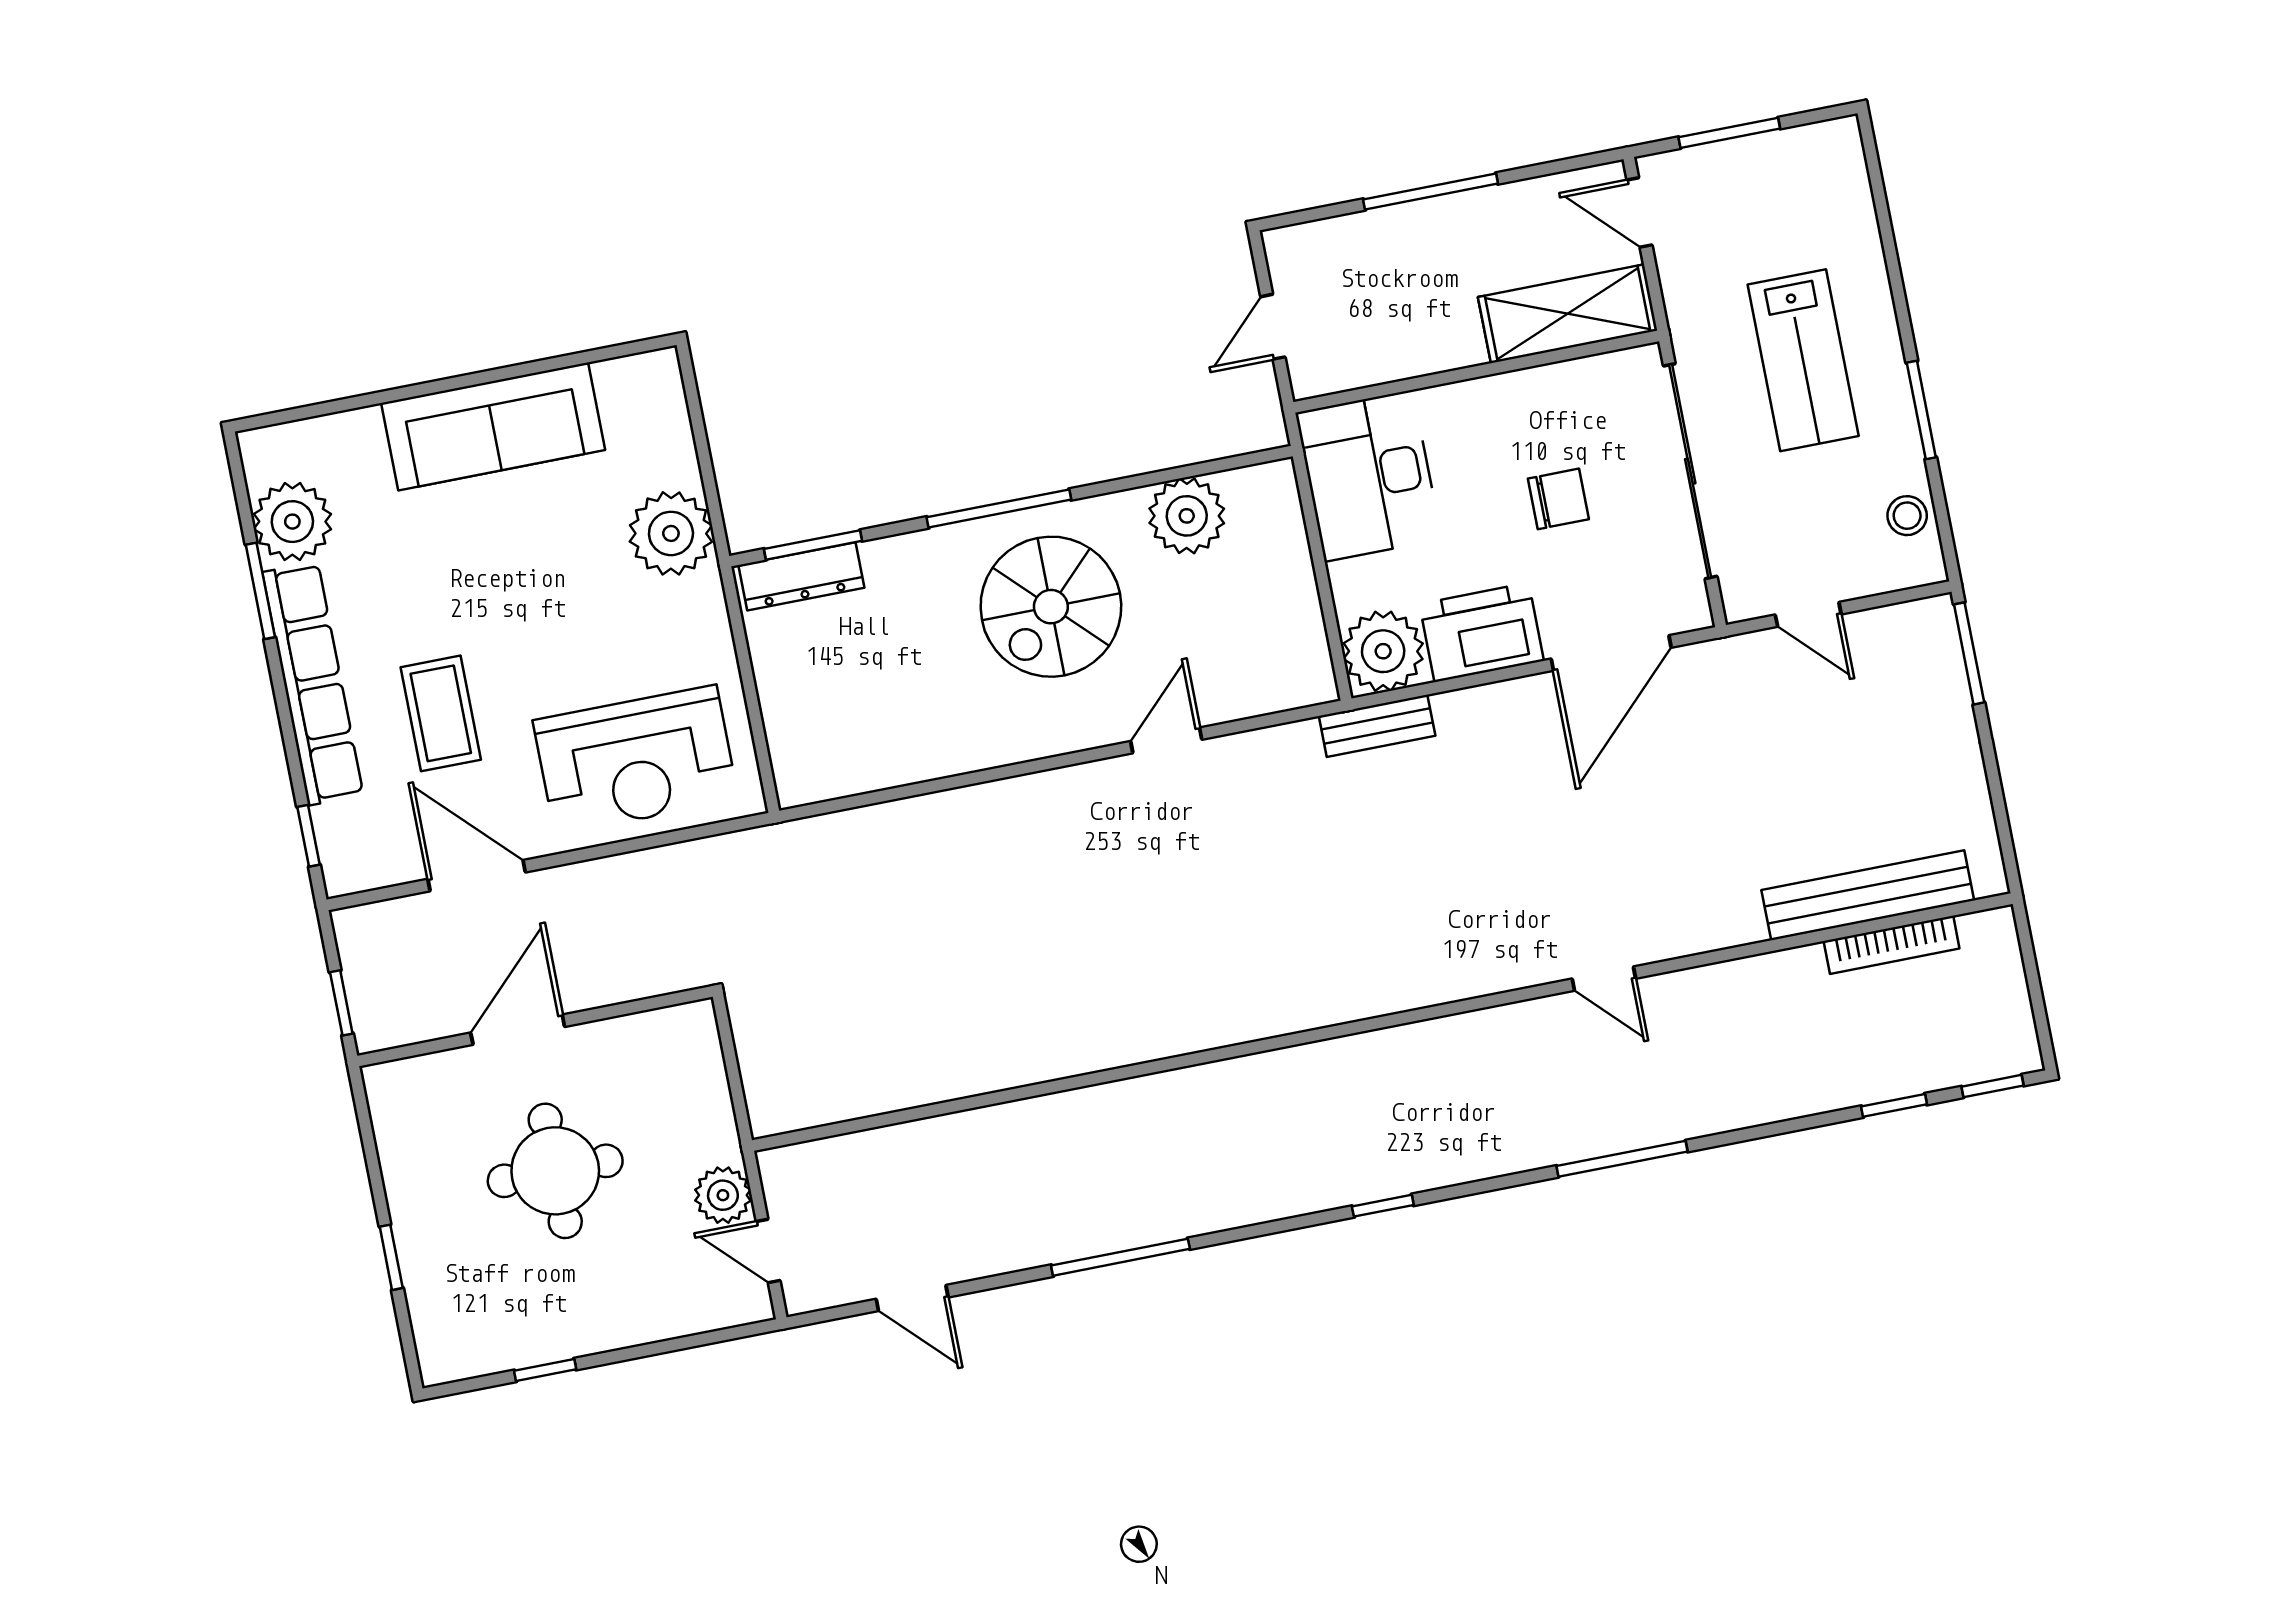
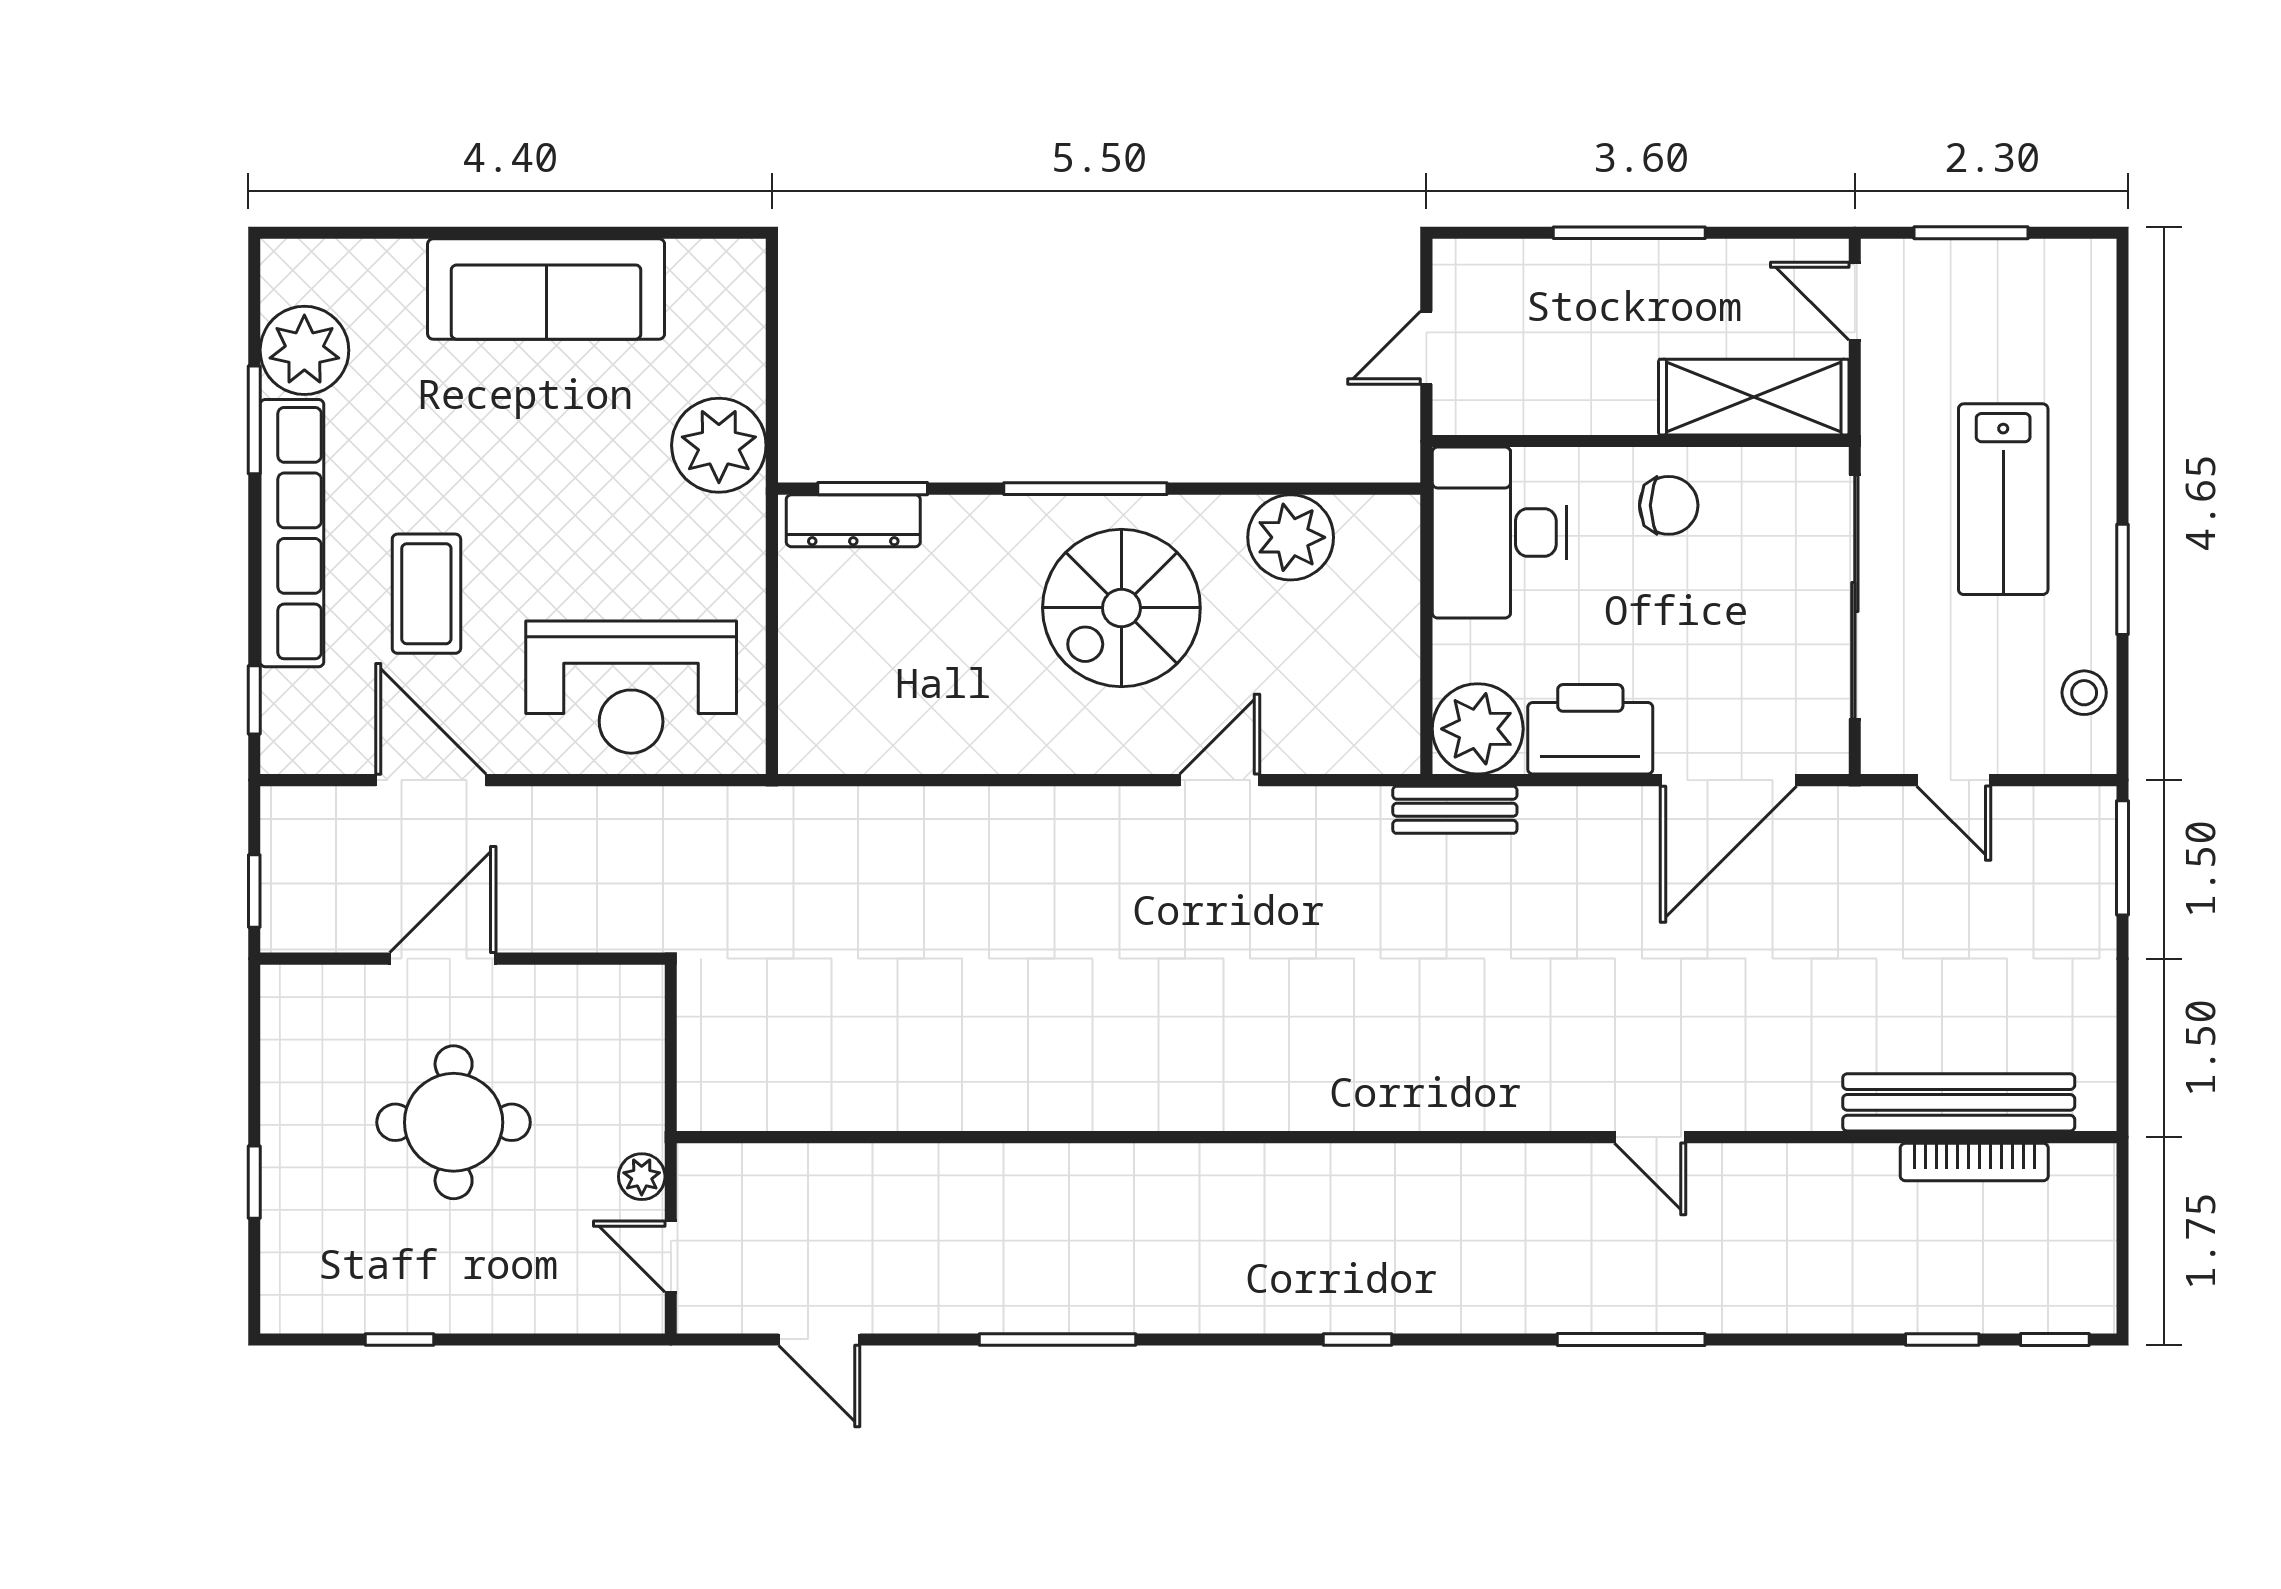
chair: (1558, 499) -> (1669, 505), moved
plant: (723, 1195) -> (642, 1177), width x0.73, depth x0.73

